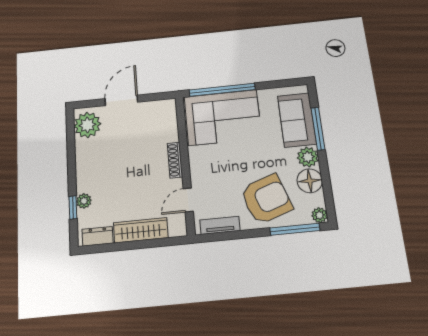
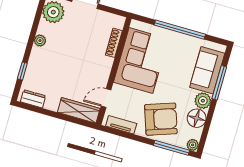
window: (222, 90) -> (180, 30), moved
corner sofa: (223, 117) -> (141, 61), moved, turned -90
shoe rack: (175, 160) -> (114, 43), moved
plant: (84, 201) -> (40, 41), moved
wardrobe: (141, 230) -> (79, 110), moved

